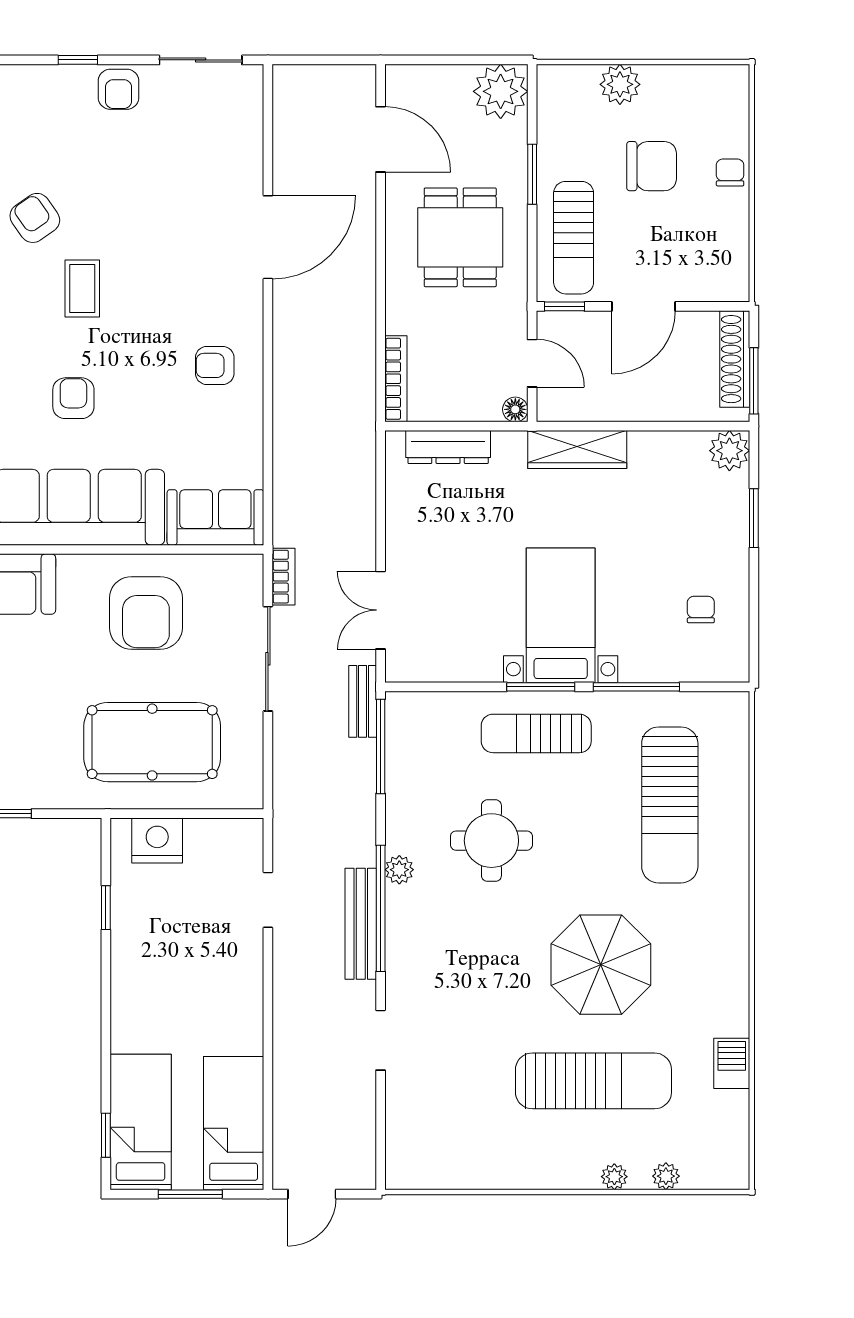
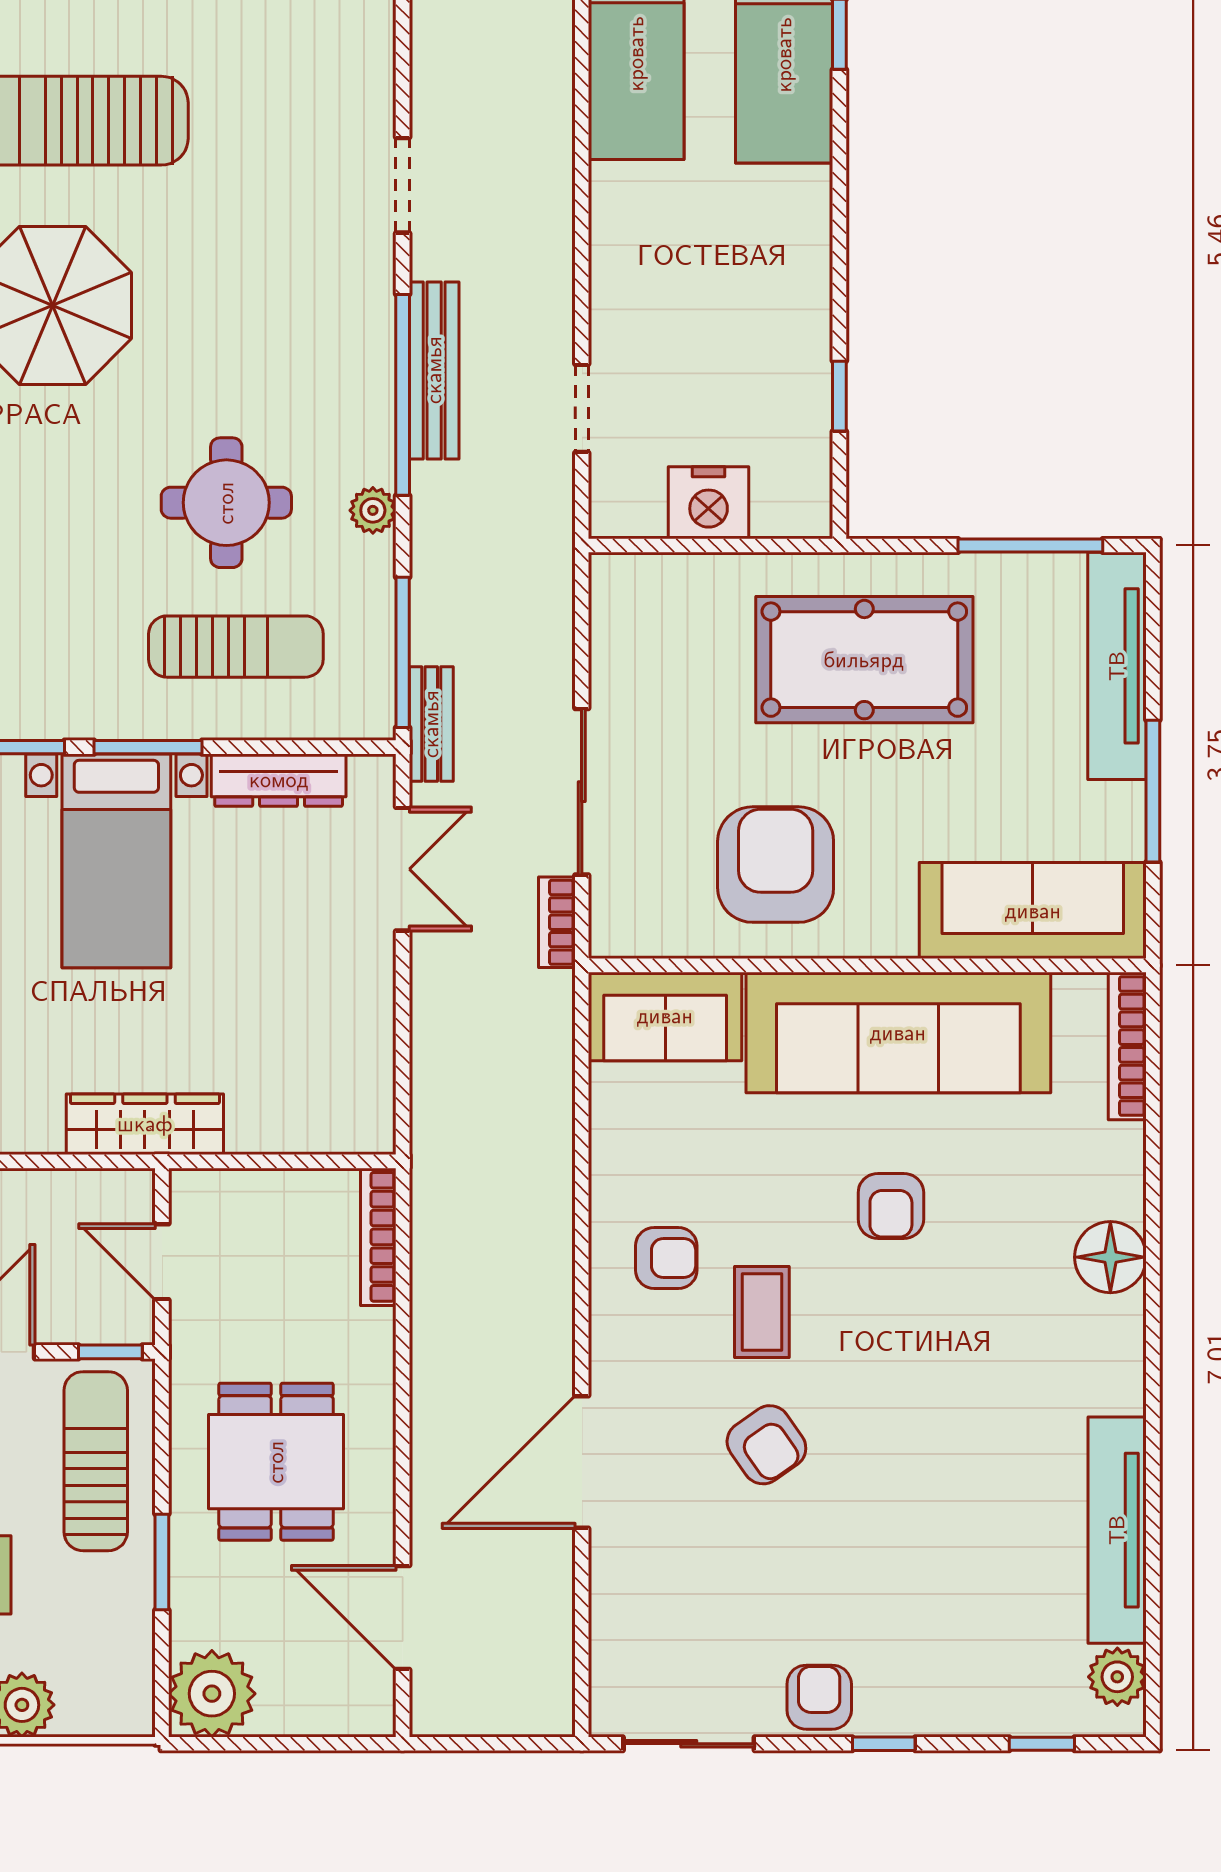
armchair: (35, 218) -> (766, 1445), moved
coffee table: (82, 289) -> (762, 1312), moved
floor lamp: (515, 409) -> (188, 1188), removed
dresser: (448, 447) -> (279, 780), moved, turned 180
wardrobe: (577, 450) -> (145, 1124), moved
sun lounger: (536, 733) -> (236, 647), moved
pool table: (152, 742) -> (864, 660), moved
nightstand: (157, 841) -> (709, 503), moved
plant: (399, 870) -> (373, 510), moved

